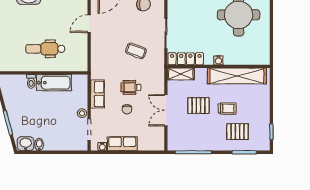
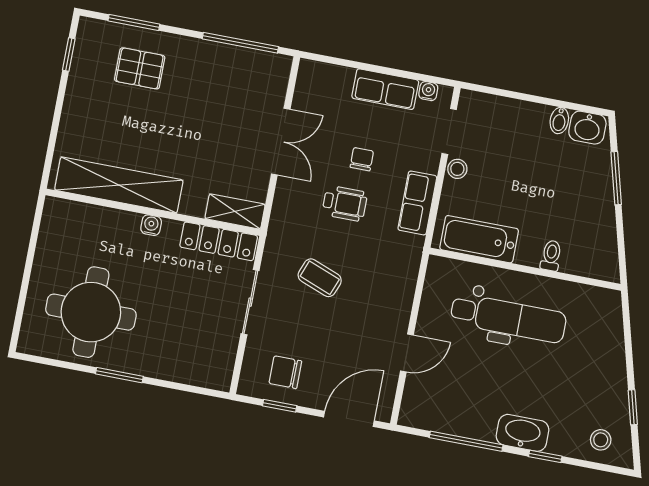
dental chair: (45, 49) -> (508, 318), width x1.36, depth x1.38
bathtub: (54, 83) -> (479, 239), moved
pallet: (198, 106) -> (211, 138), removed
trolley: (227, 108) -> (152, 121), removed

